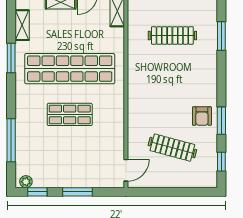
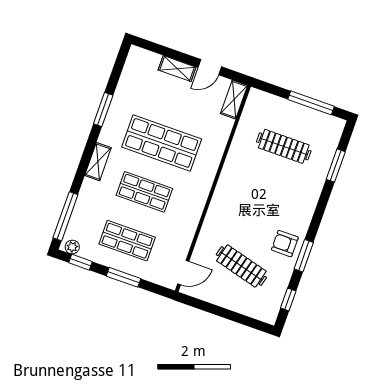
shelving: (22, 25) -> (98, 162), moved
shop shelf: (70, 69) -> (162, 143), width x0.71
armchair: (202, 116) -> (285, 244), turned 90
window: (11, 140) -> (65, 216), moved
shop shelf: (70, 160) -> (127, 241), added

